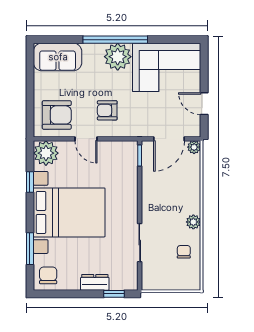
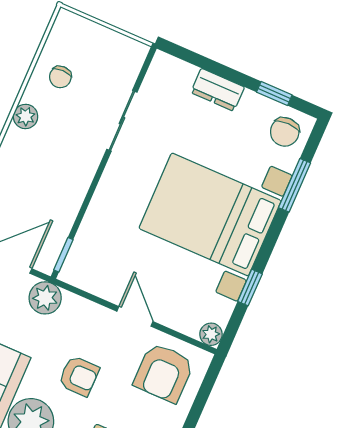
armchair: (107, 110) -> (79, 376), moved
armchair: (57, 115) -> (164, 373), turned -90
plant: (139, 128) -> (45, 298), added
plant: (46, 153) -> (211, 334), width x0.53, depth x0.53
window: (114, 294) -> (274, 94), moved

